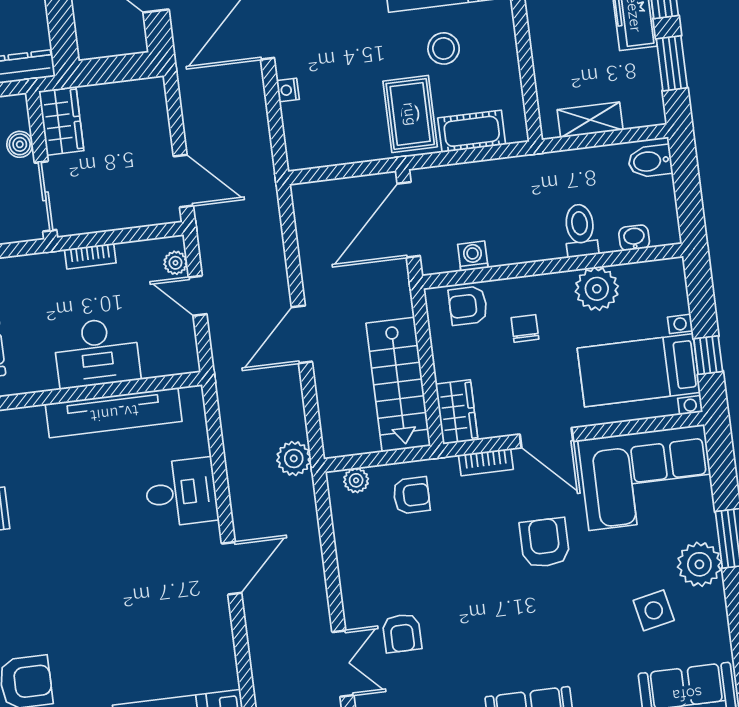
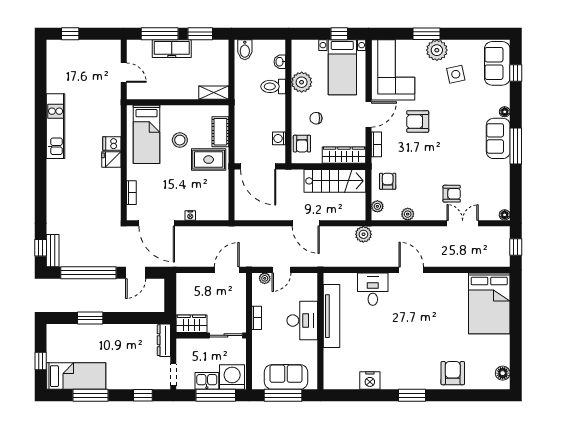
shelving: (590, 120) -> (214, 93), moved, turned 90
boiler: (20, 144) -> (200, 344), removed
wardrobe: (457, 412) -> (344, 155), width x1.50
plant: (348, 546) -> (408, 214), added

